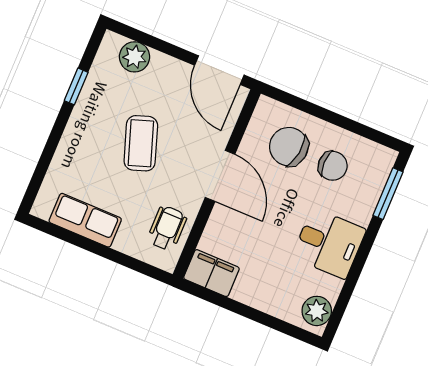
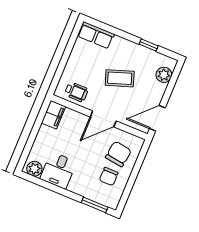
row of seats: (85, 220) -> (96, 35), moved, turned 90
desk: (329, 243) -> (58, 170), moved

